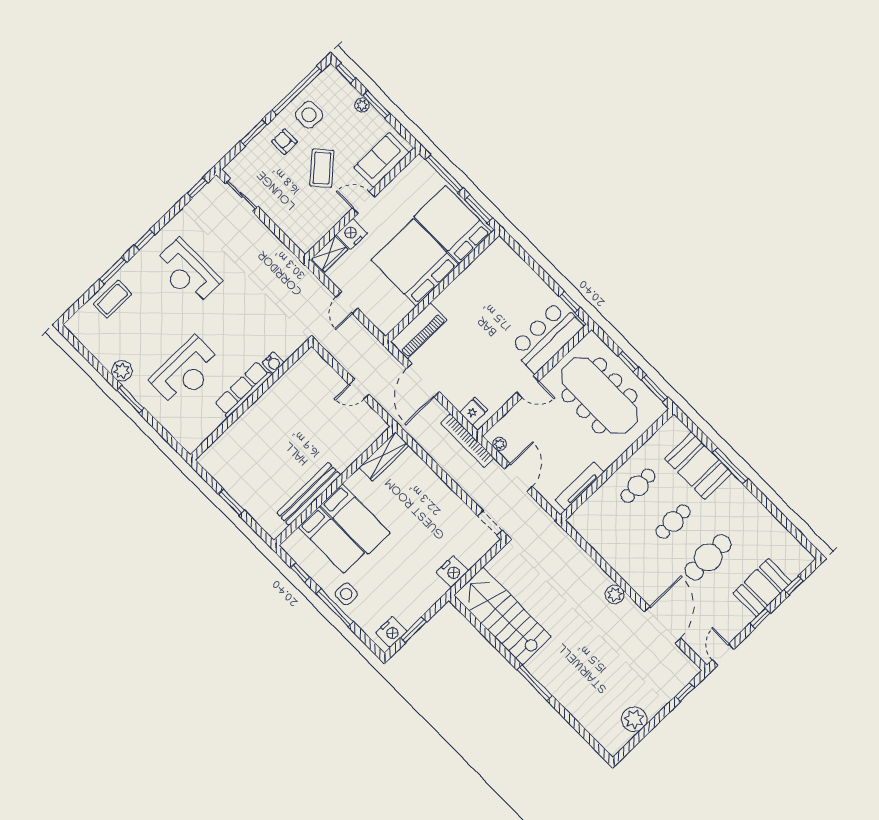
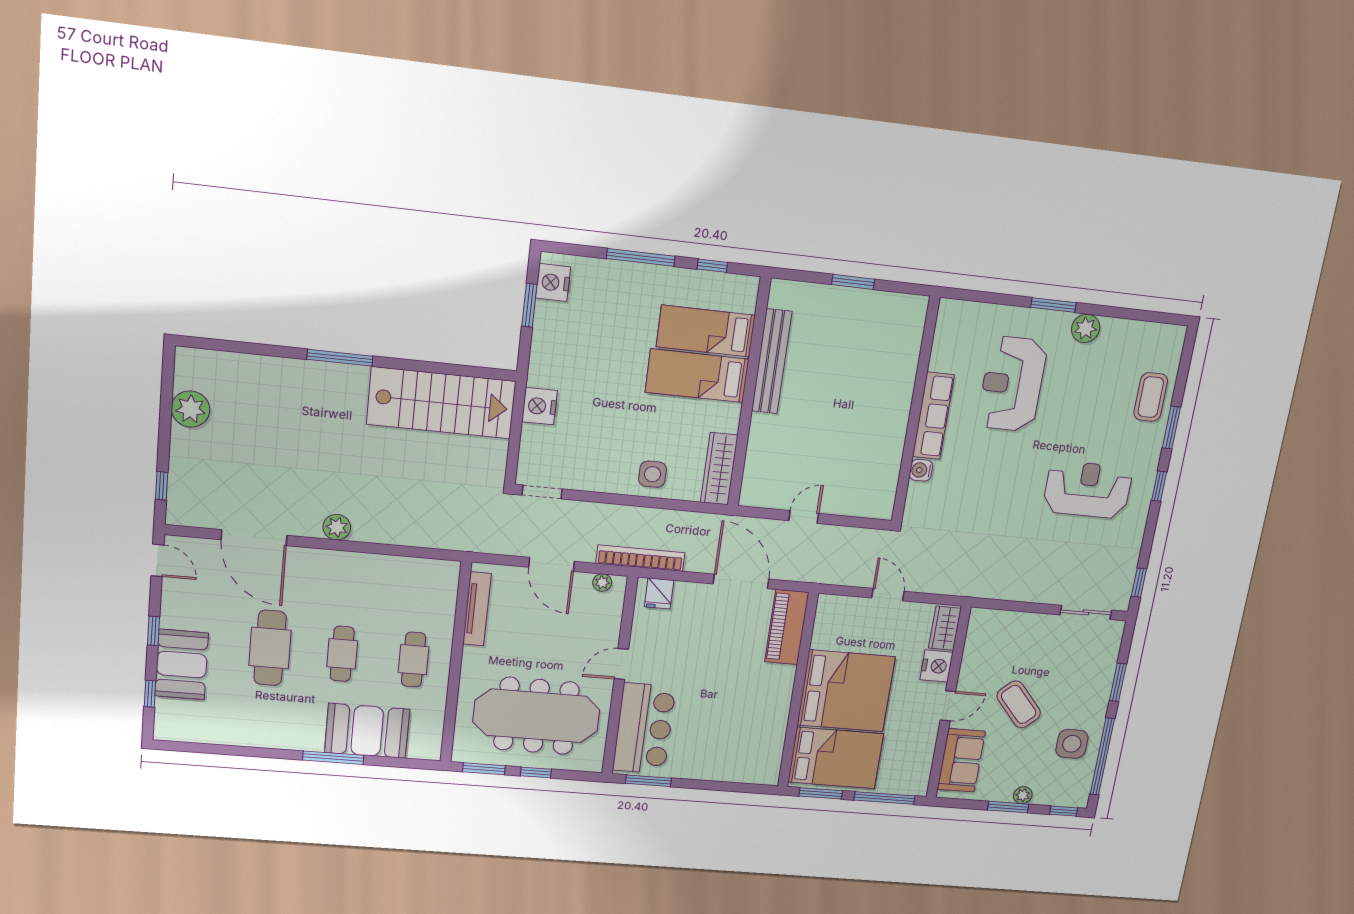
armchair: (284, 142) -> (1078, 699), removed
window: (570, 302) -> (648, 781), width x1.50
side table: (346, 594) -> (652, 474), moved

